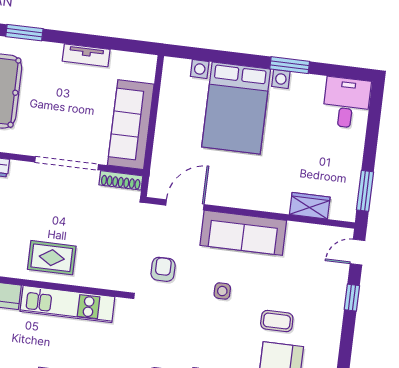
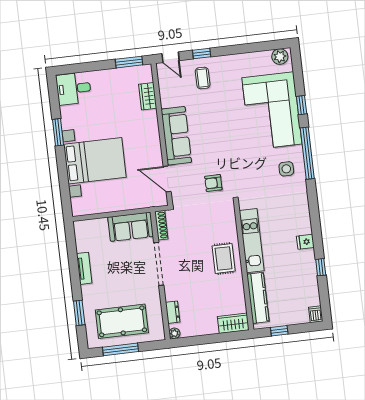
sofa: (131, 125) -> (131, 227), width x0.73
side table: (222, 291) -> (218, 140), removed
coffee table: (277, 321) -> (203, 78), moved

